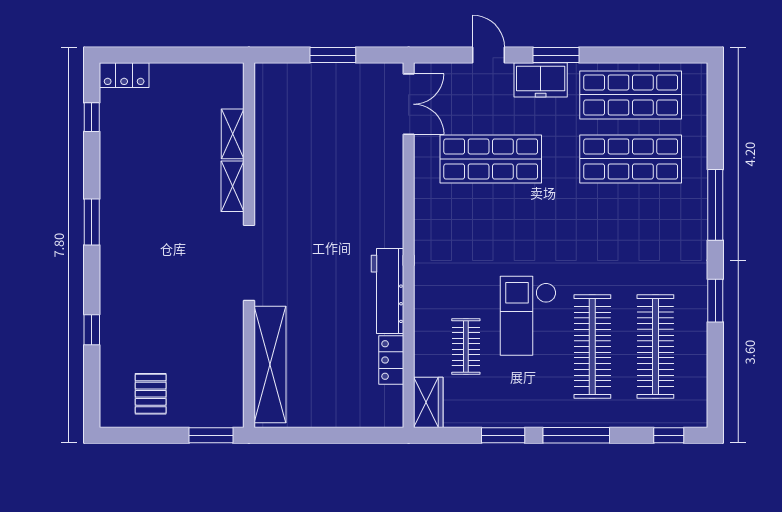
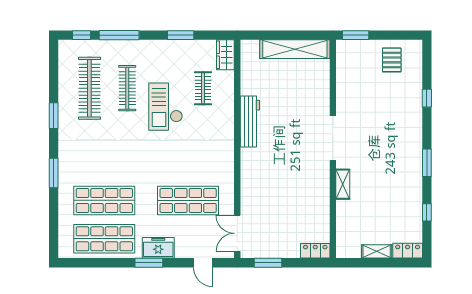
window: (333, 55) -> (268, 263), moved
door: (489, 55) -> (203, 263), moved
window: (92, 117) -> (427, 212), moved
shelving: (233, 134) -> (377, 251), moved, turned 90
window: (715, 205) -> (54, 173), width x0.69
checkout: (528, 316) -> (166, 107), turned 180
clothes rail: (592, 347) -> (127, 88), width x0.73, depth x0.76
locker: (391, 360) -> (315, 251), moved, turned -90
shelving: (270, 365) -> (295, 49), moved, turned 90
window: (576, 435) -> (119, 35), moved

